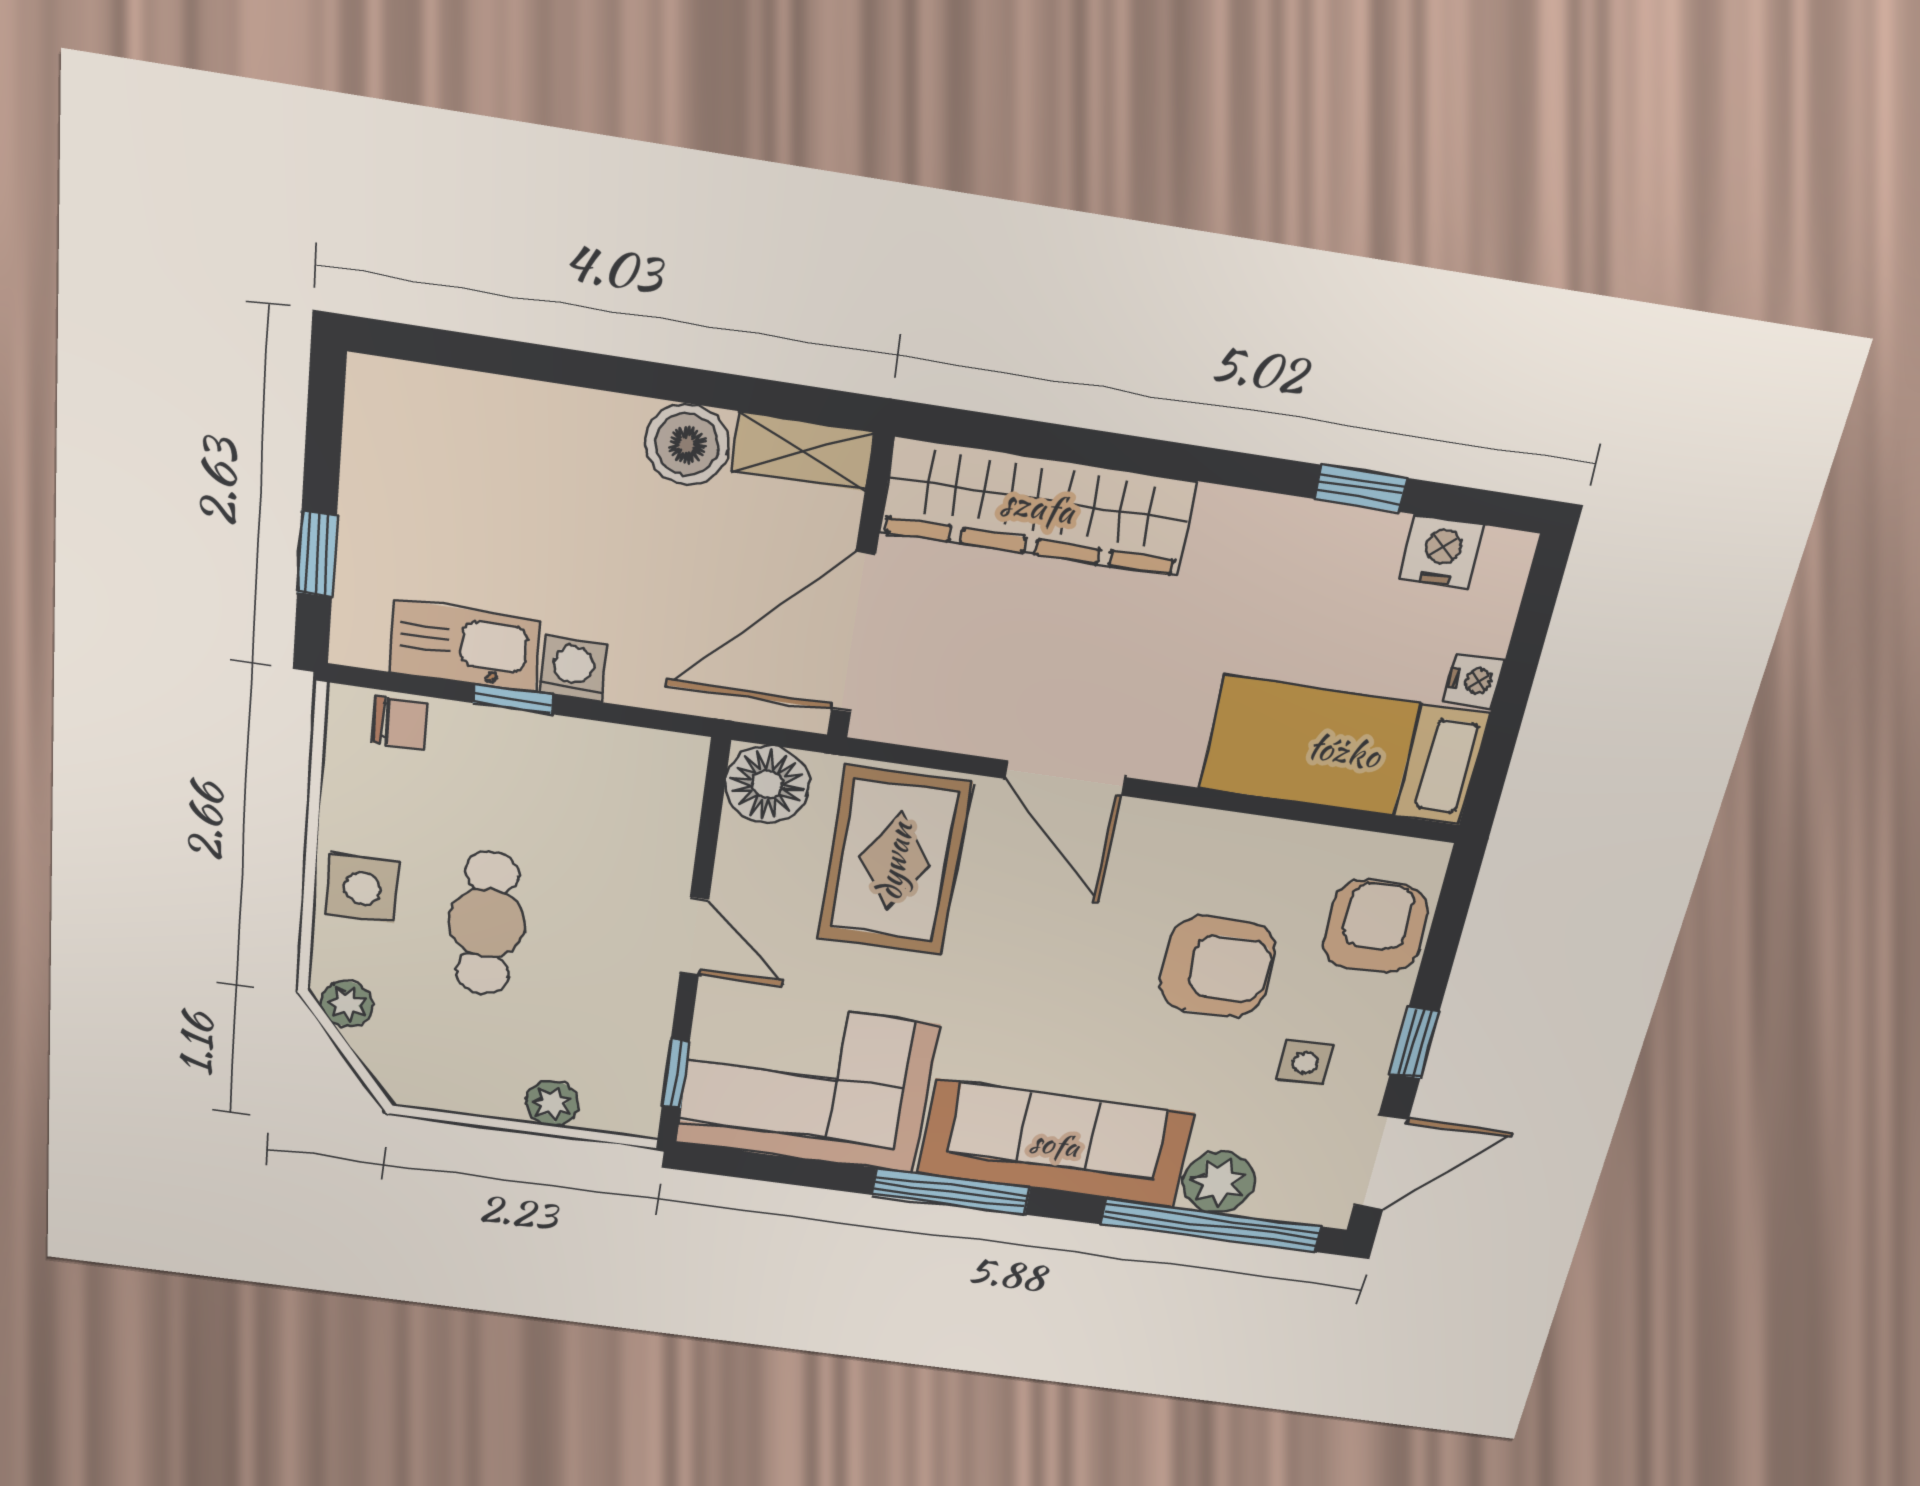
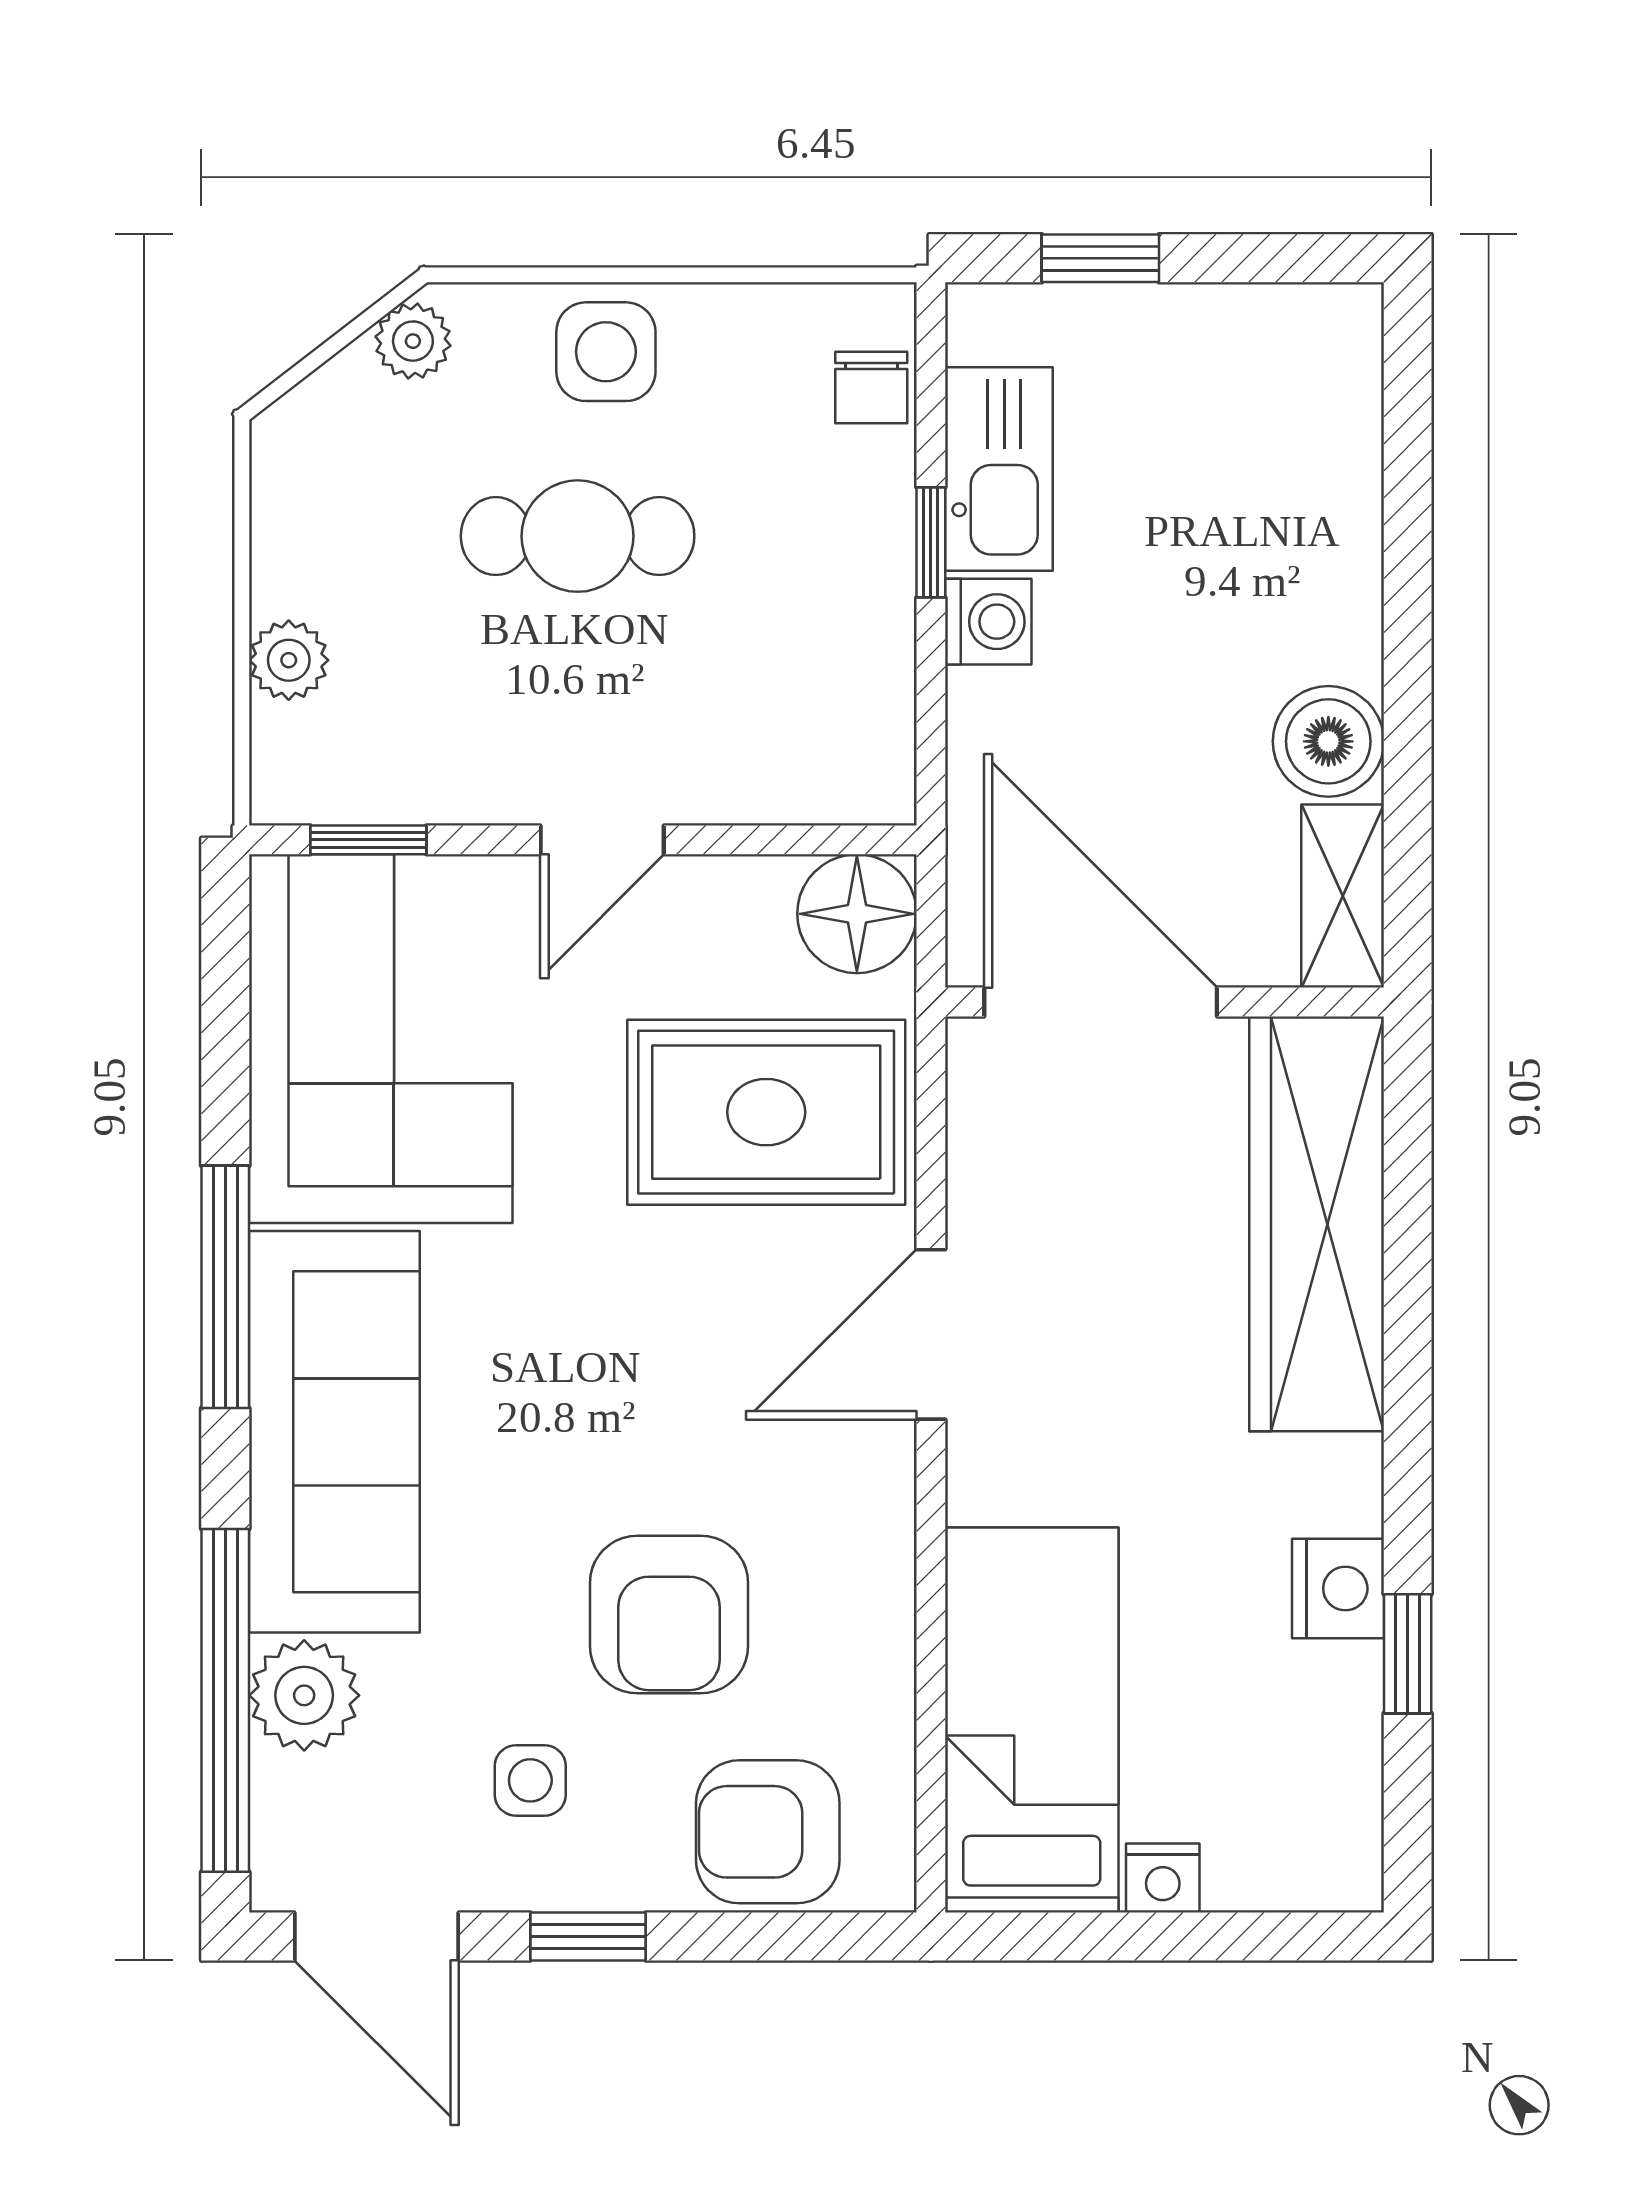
nightstand: (1442, 552) -> (1338, 1589), moved
armchair: (1376, 927) -> (768, 1832), turned 180

